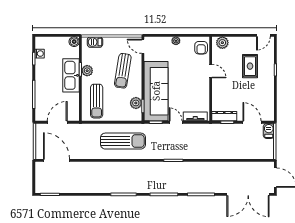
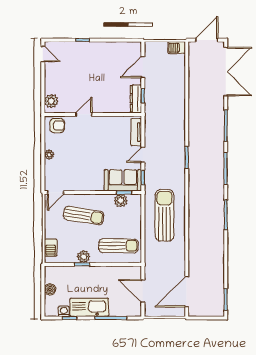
boiler: (74, 42) -> (50, 289), moved
rug: (250, 66) -> (78, 69), removed
kitchen sink: (71, 75) -> (89, 307), moved, turned 180
sofa: (156, 91) -> (123, 180), width x0.54, depth x0.79
barbecue: (269, 131) -> (177, 48), moved

